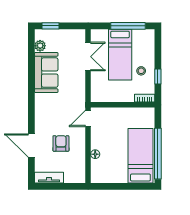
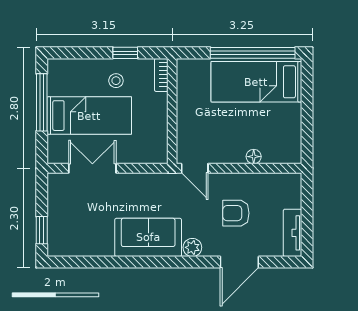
plant: (40, 46) -> (192, 247), moved
sofa: (46, 73) -> (148, 237), moved

